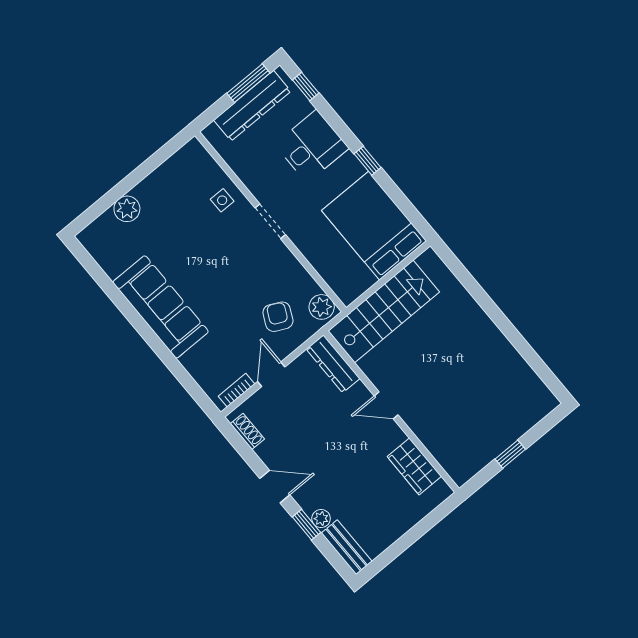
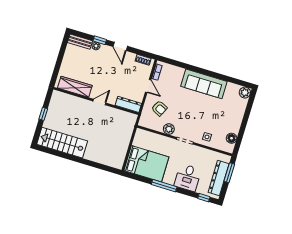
window: (248, 83) -> (229, 173), moved
window: (368, 161) -> (164, 186), width x2.17
floor lamp: (176, 166) -> (232, 138), added
plant: (127, 209) -> (245, 93), moved
plant: (322, 307) -> (169, 129), moved
stairs: (384, 311) -> (62, 143), moved, turned 90
wardrobe: (414, 466) -> (75, 87), width x1.50
door: (275, 487) -> (120, 46), hinge flipped

